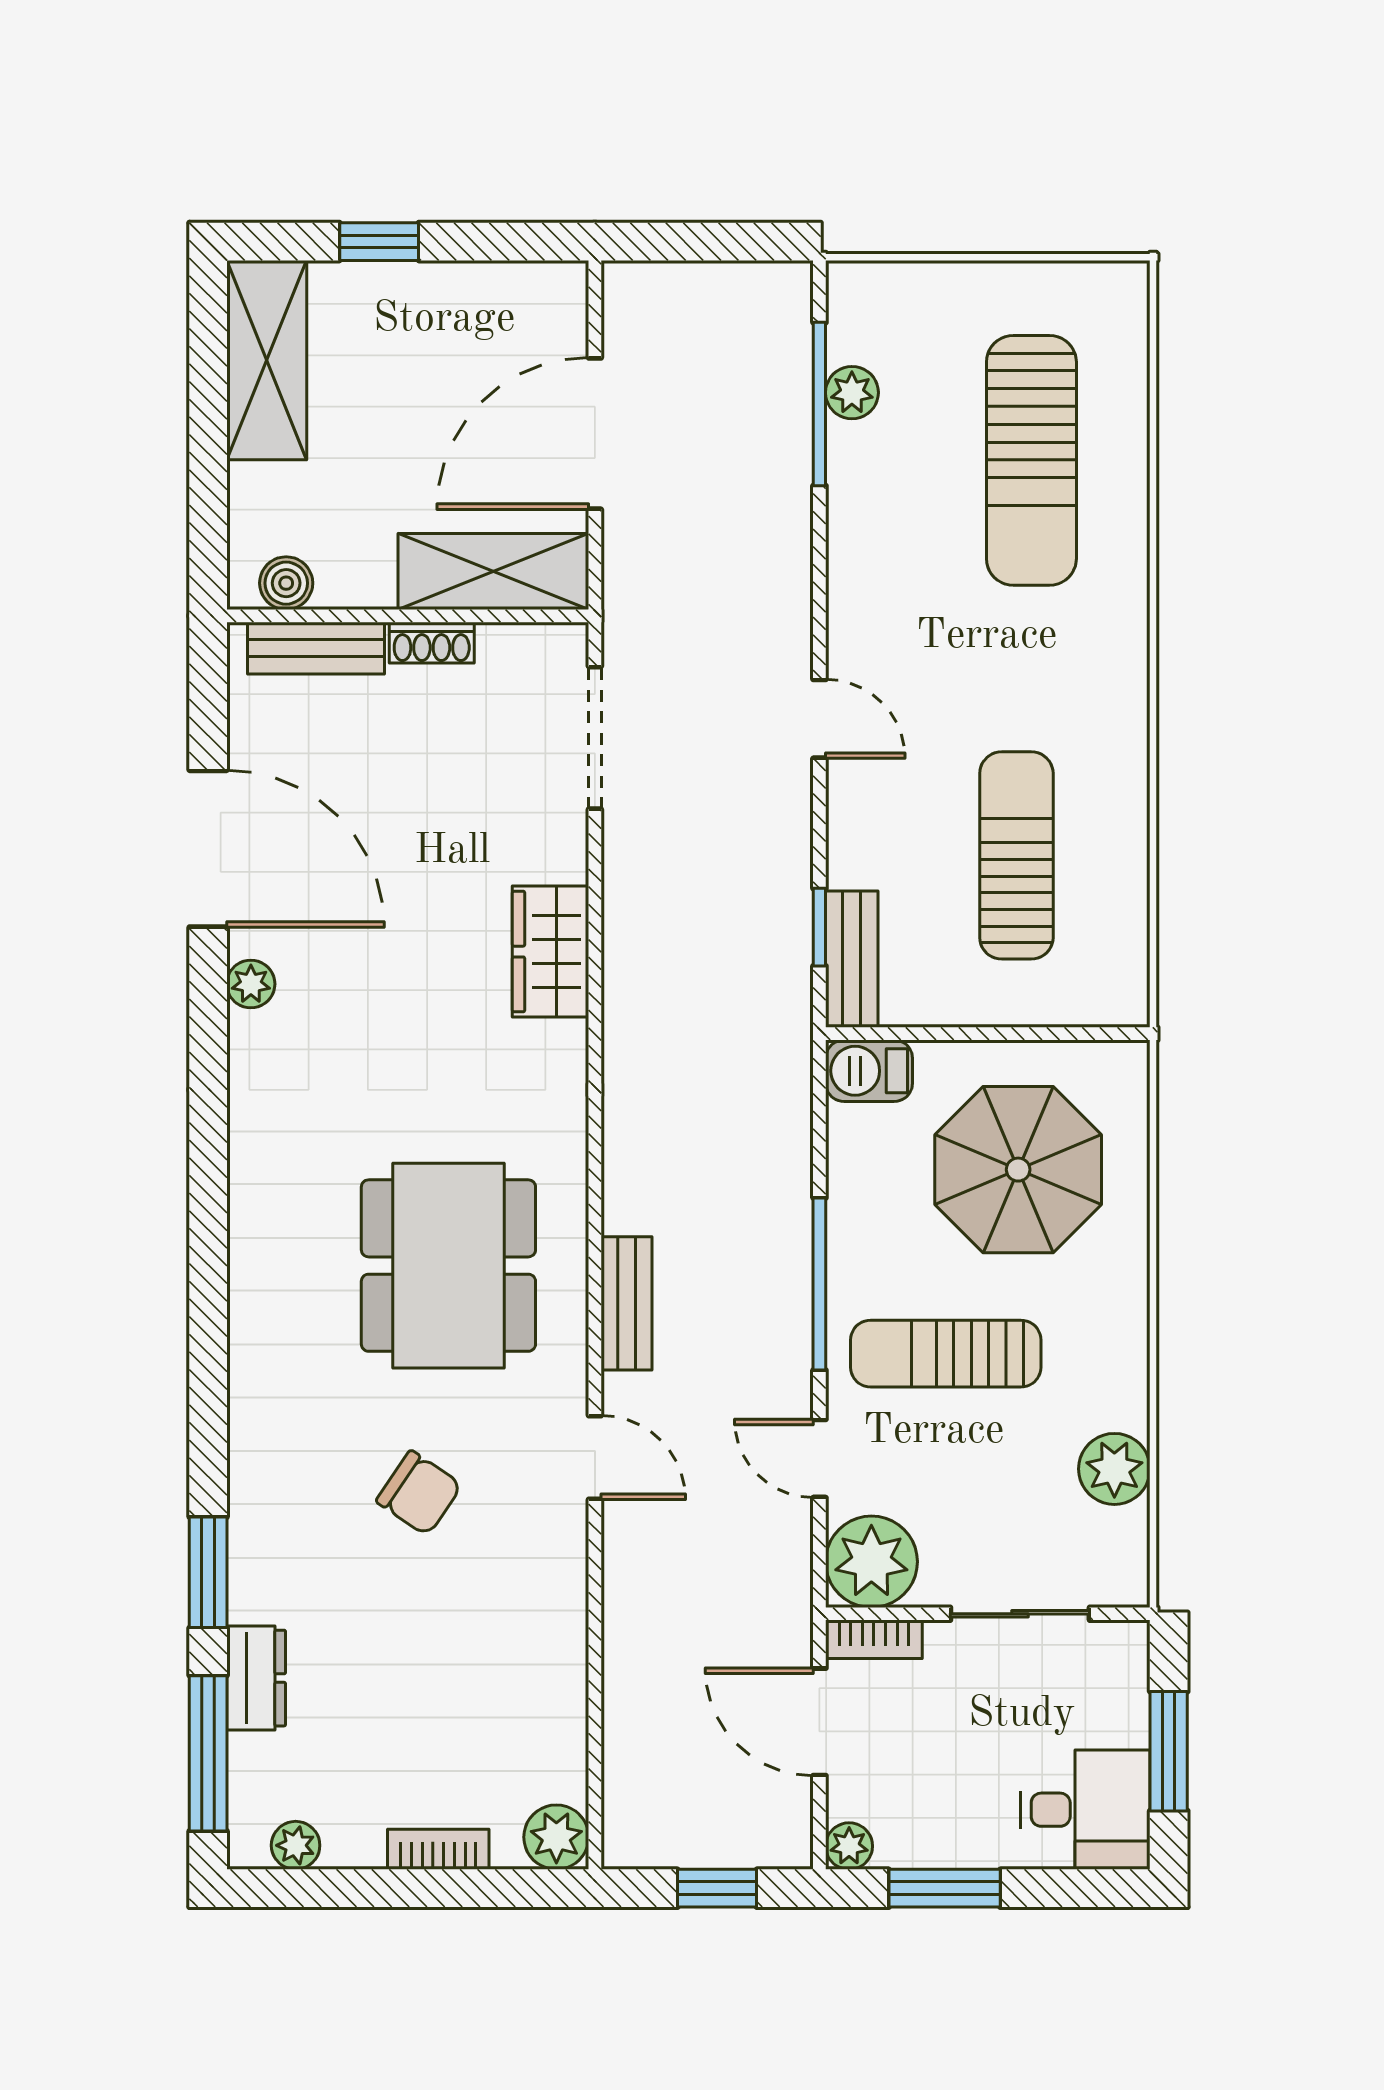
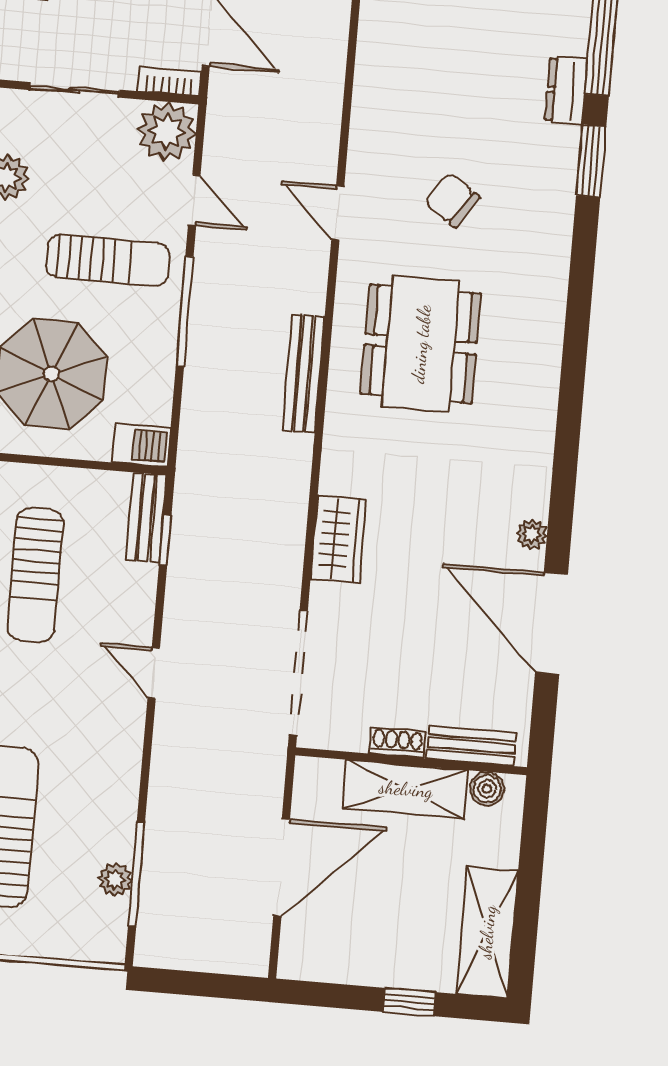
shelving: (493, 571) -> (406, 789), moved
doorway: (595, 738) -> (298, 673), width x1.36
bench: (627, 1303) -> (304, 373), moved, width x1.36

